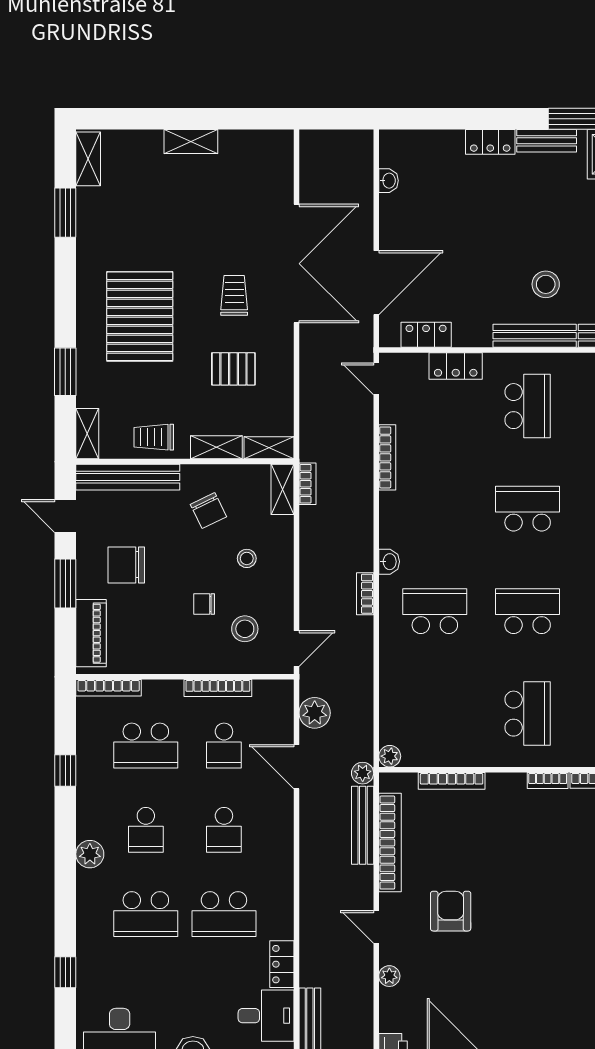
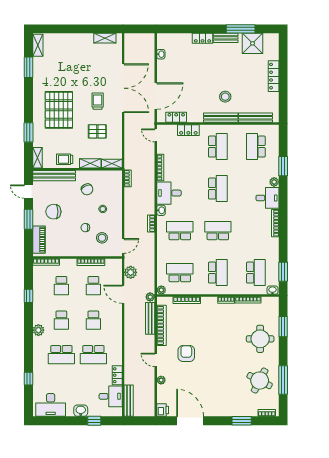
shelving: (191, 142) -> (105, 38), moved
shelving: (282, 489) -> (117, 181), removed
school desk: (528, 509) -> (218, 189), turned 90
desk: (408, 520) -> (169, 193), added
school desk: (435, 714) -> (180, 273), added
school desk: (146, 746) -> (61, 286), width x0.54

